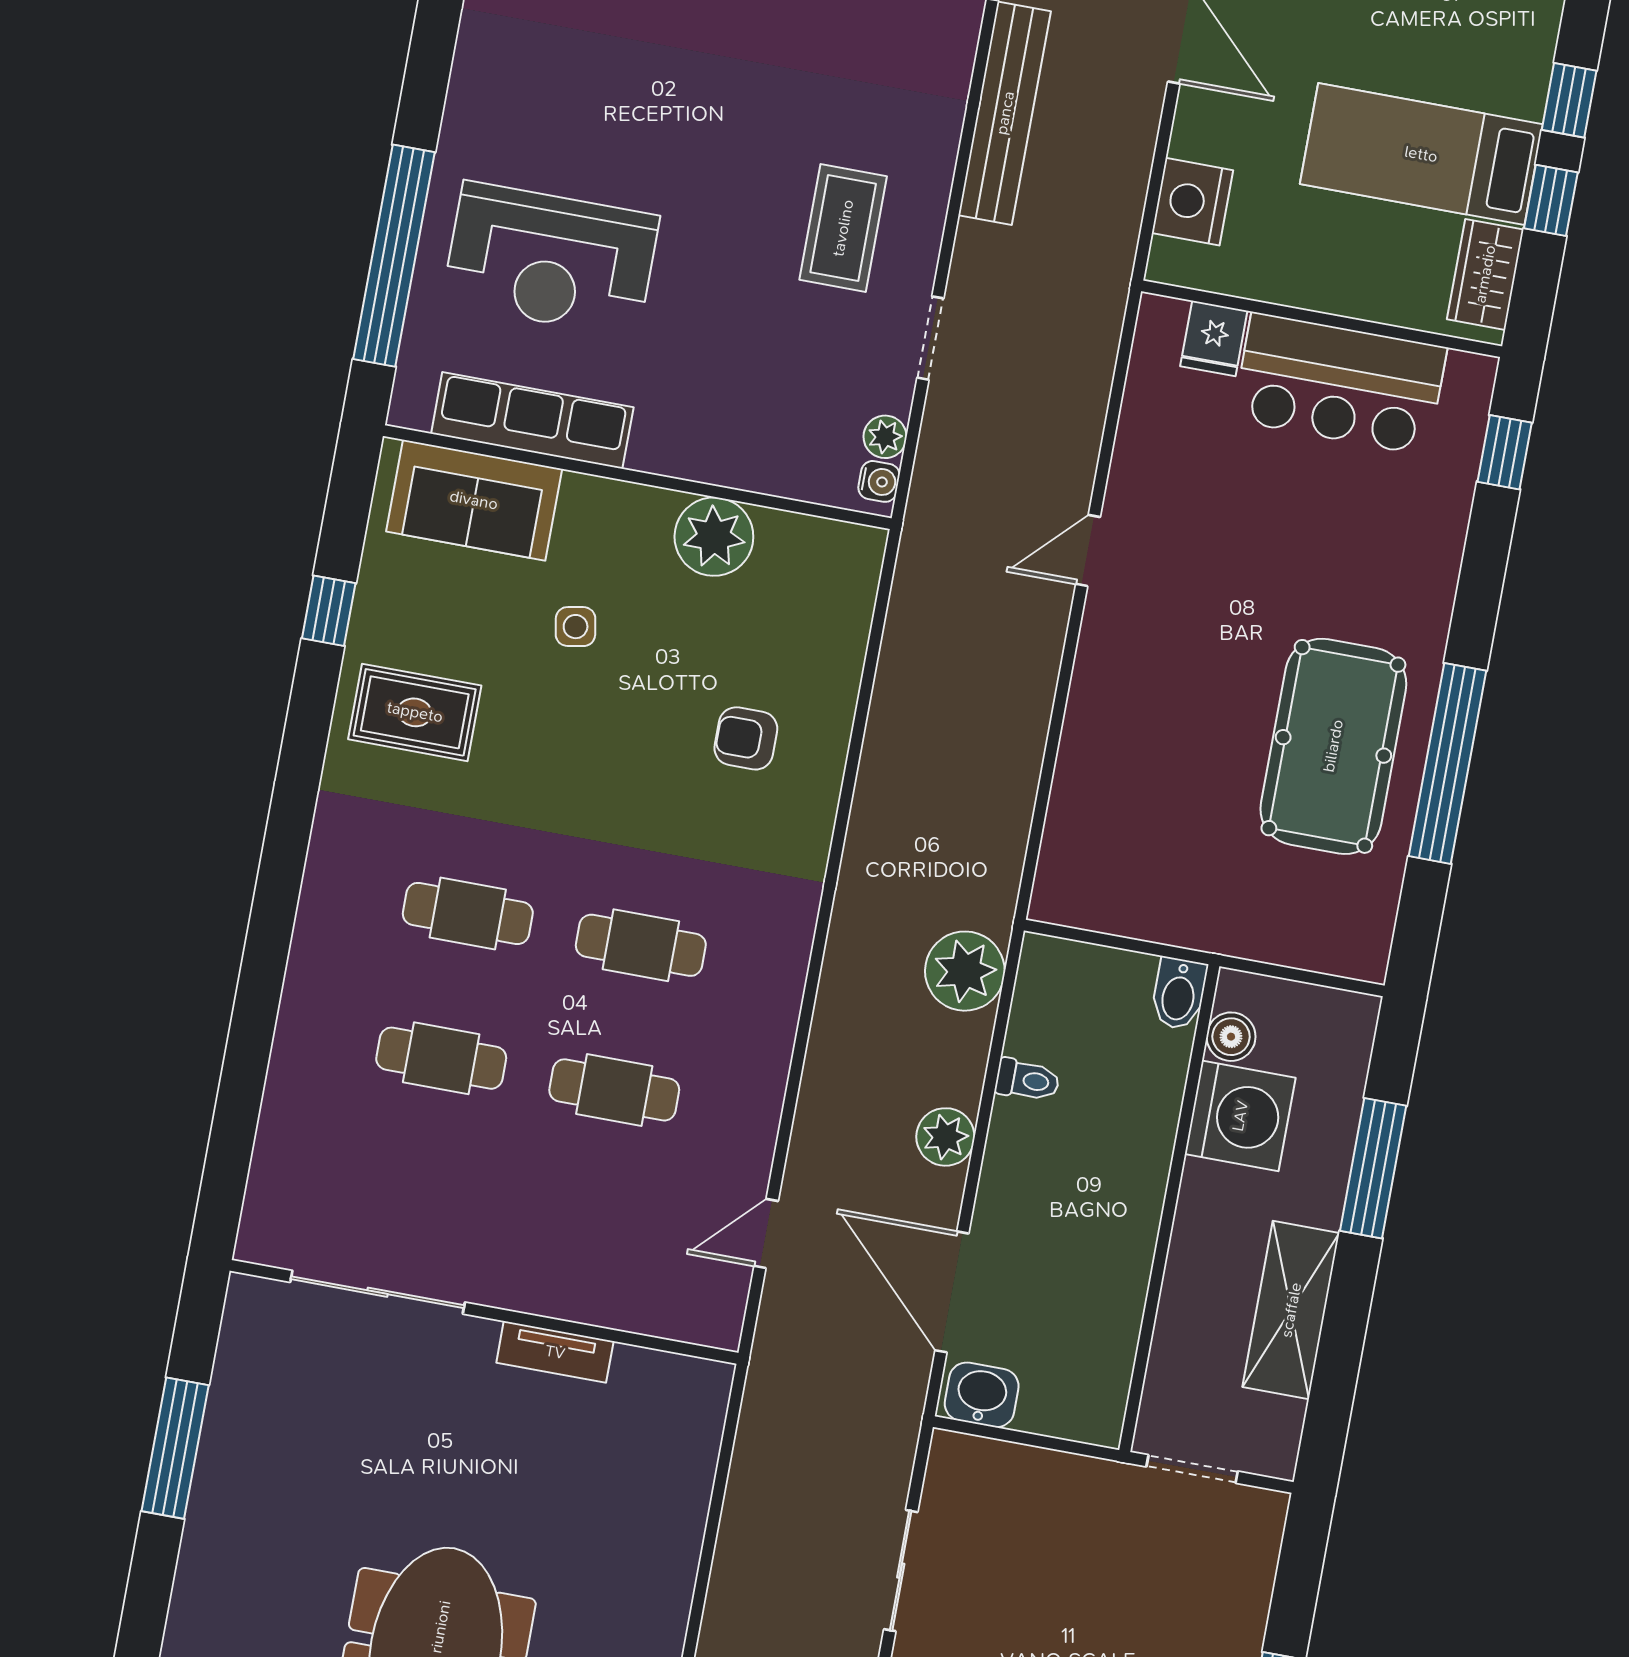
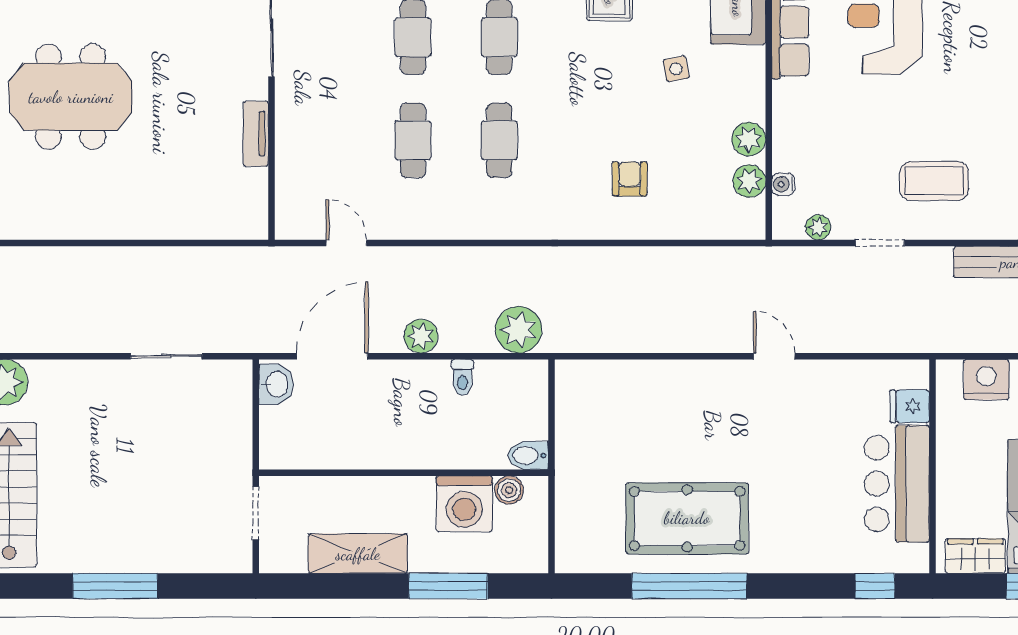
water cooler: (879, 481) -> (783, 184), moved, turned 90
plant: (714, 537) -> (749, 139), width x0.73, depth x0.73
plant: (786, 538) -> (749, 181), added

